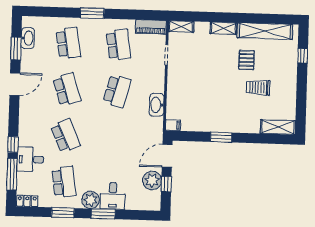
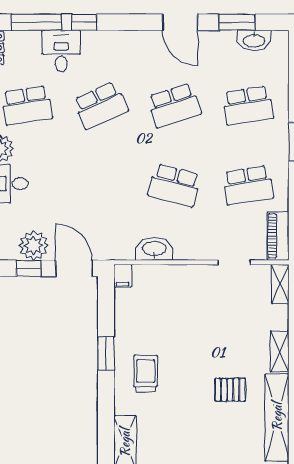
trolley: (258, 88) -> (146, 374), moved

